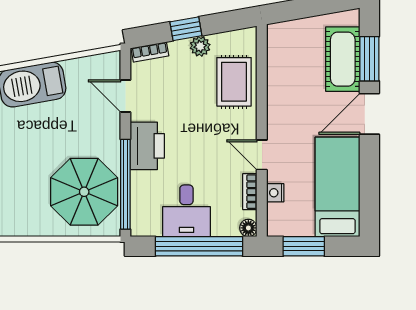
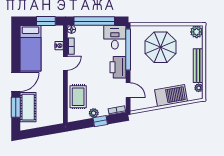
door: (262, 155) -> (65, 63), hinge flipped
parasol: (84, 192) -> (160, 47), moved
desk: (186, 211) -> (115, 37), moved

